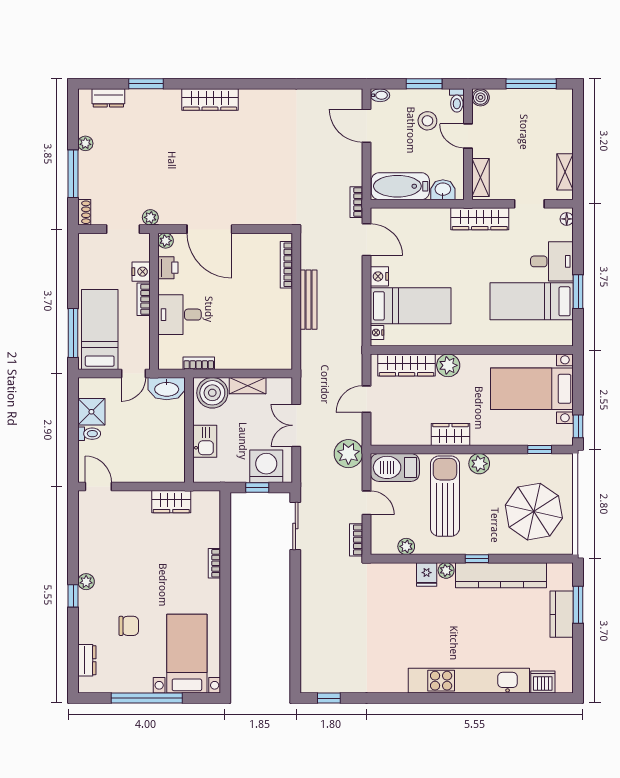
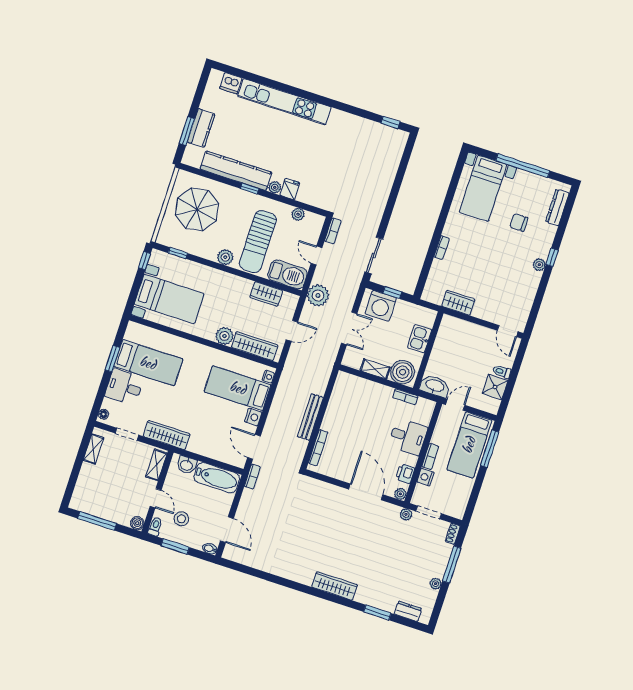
wardrobe: (450, 434) -> (266, 294), moved
dresser: (87, 660) -> (557, 207), width x1.44

